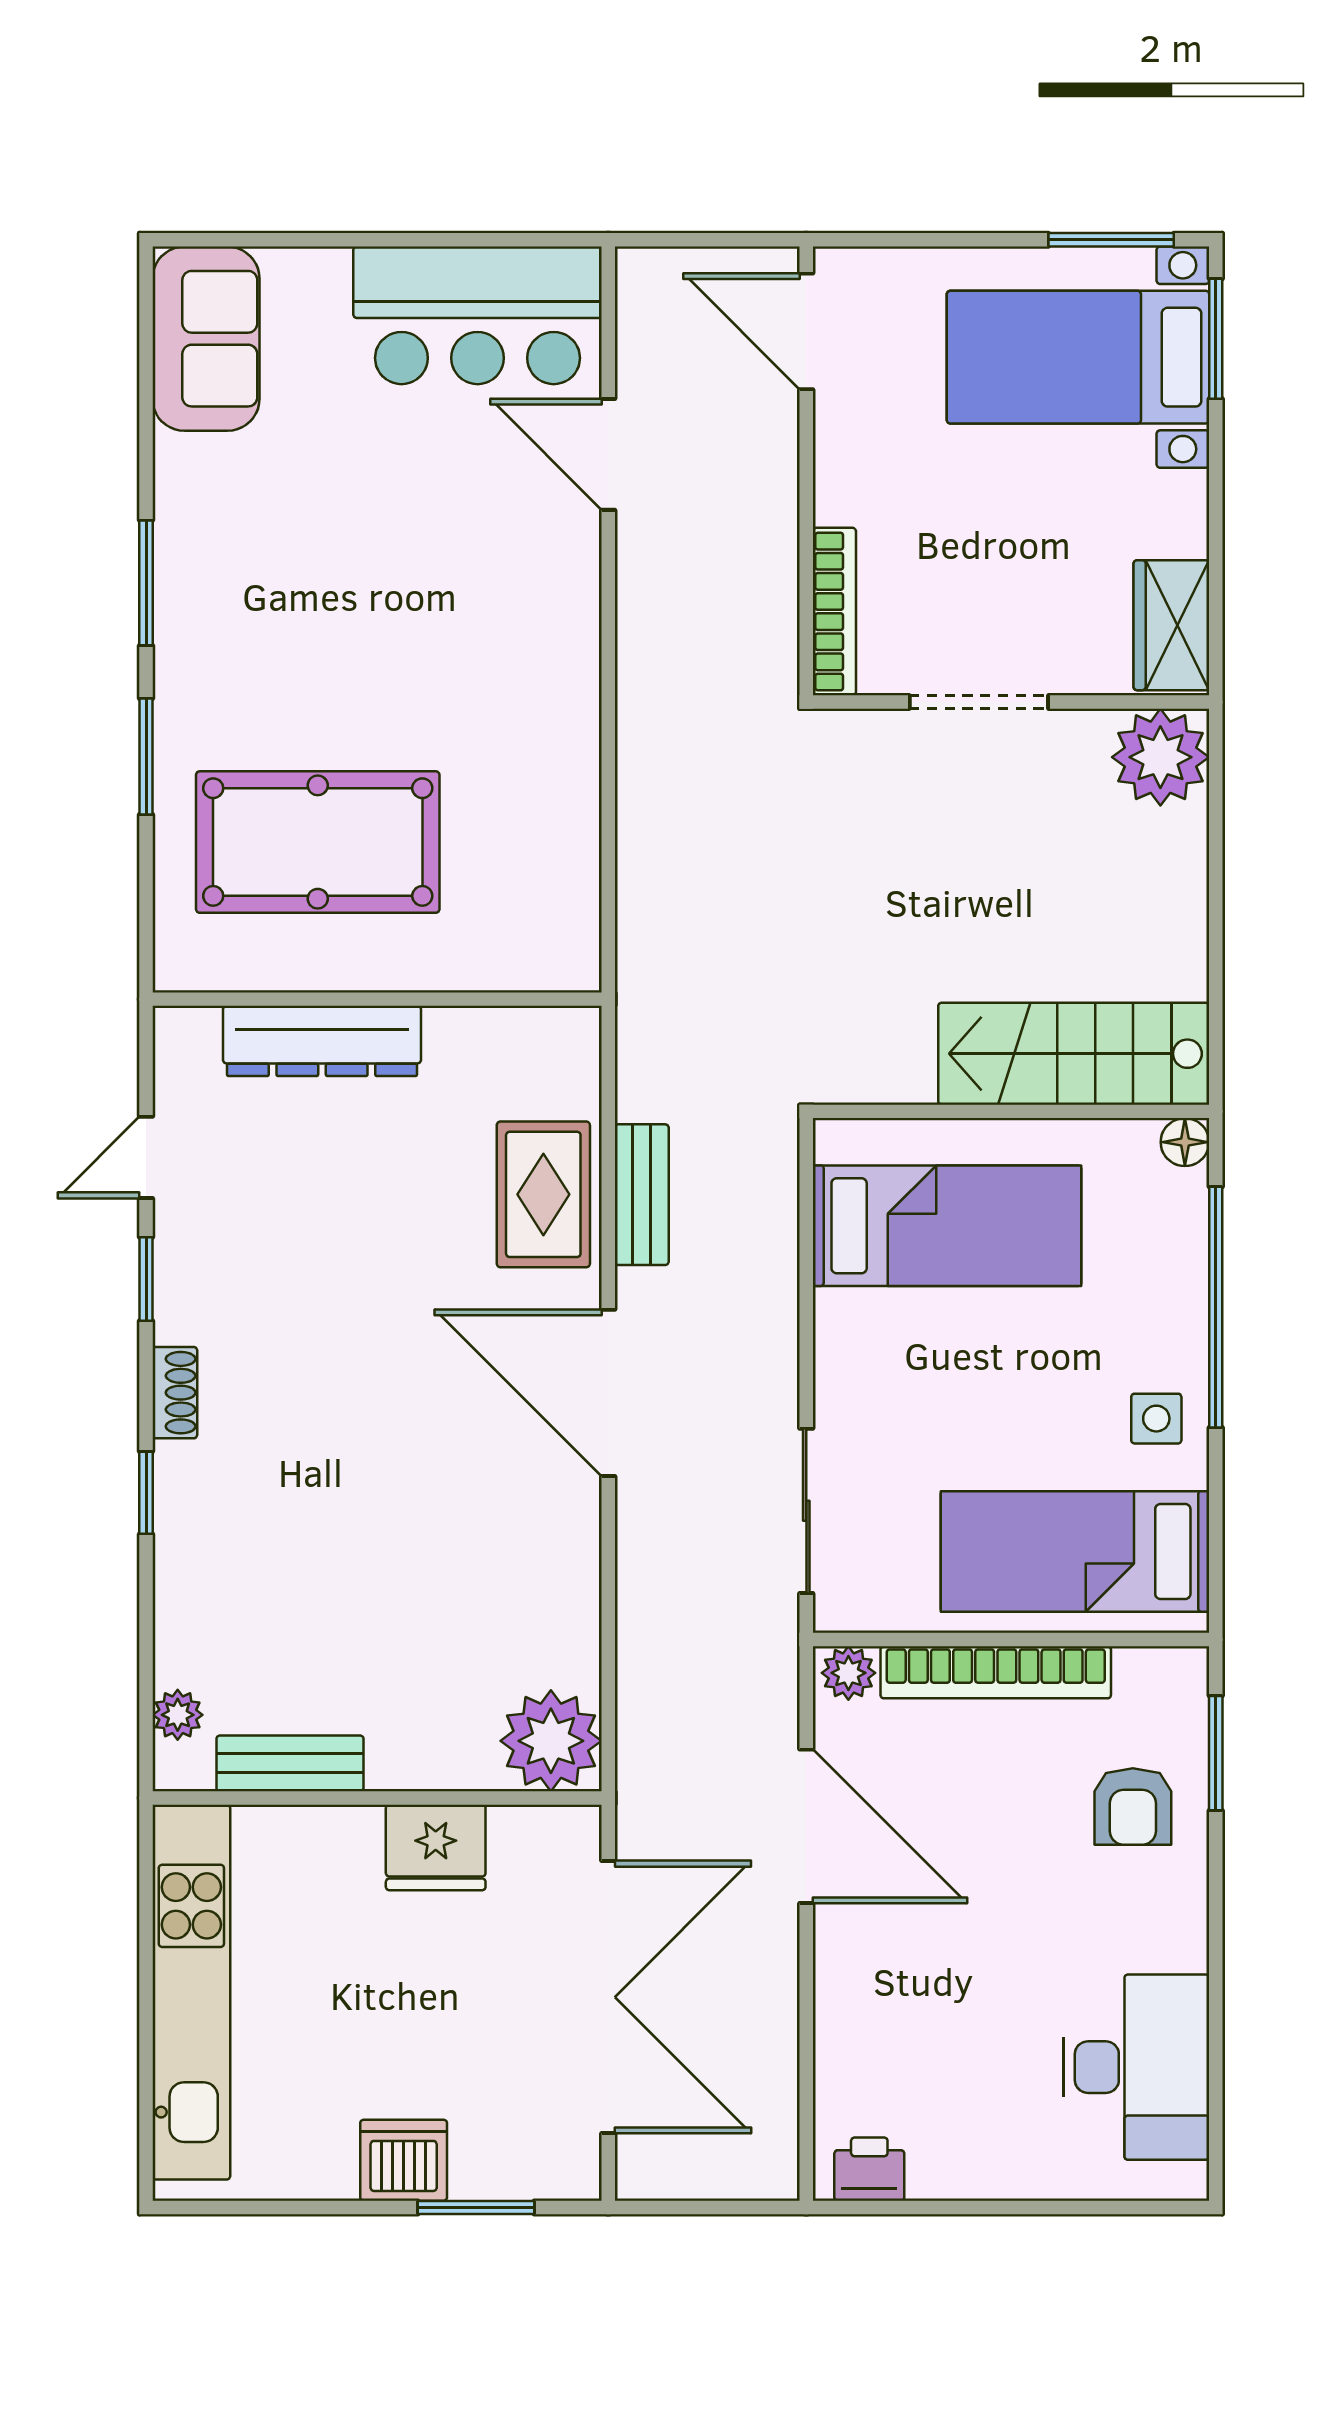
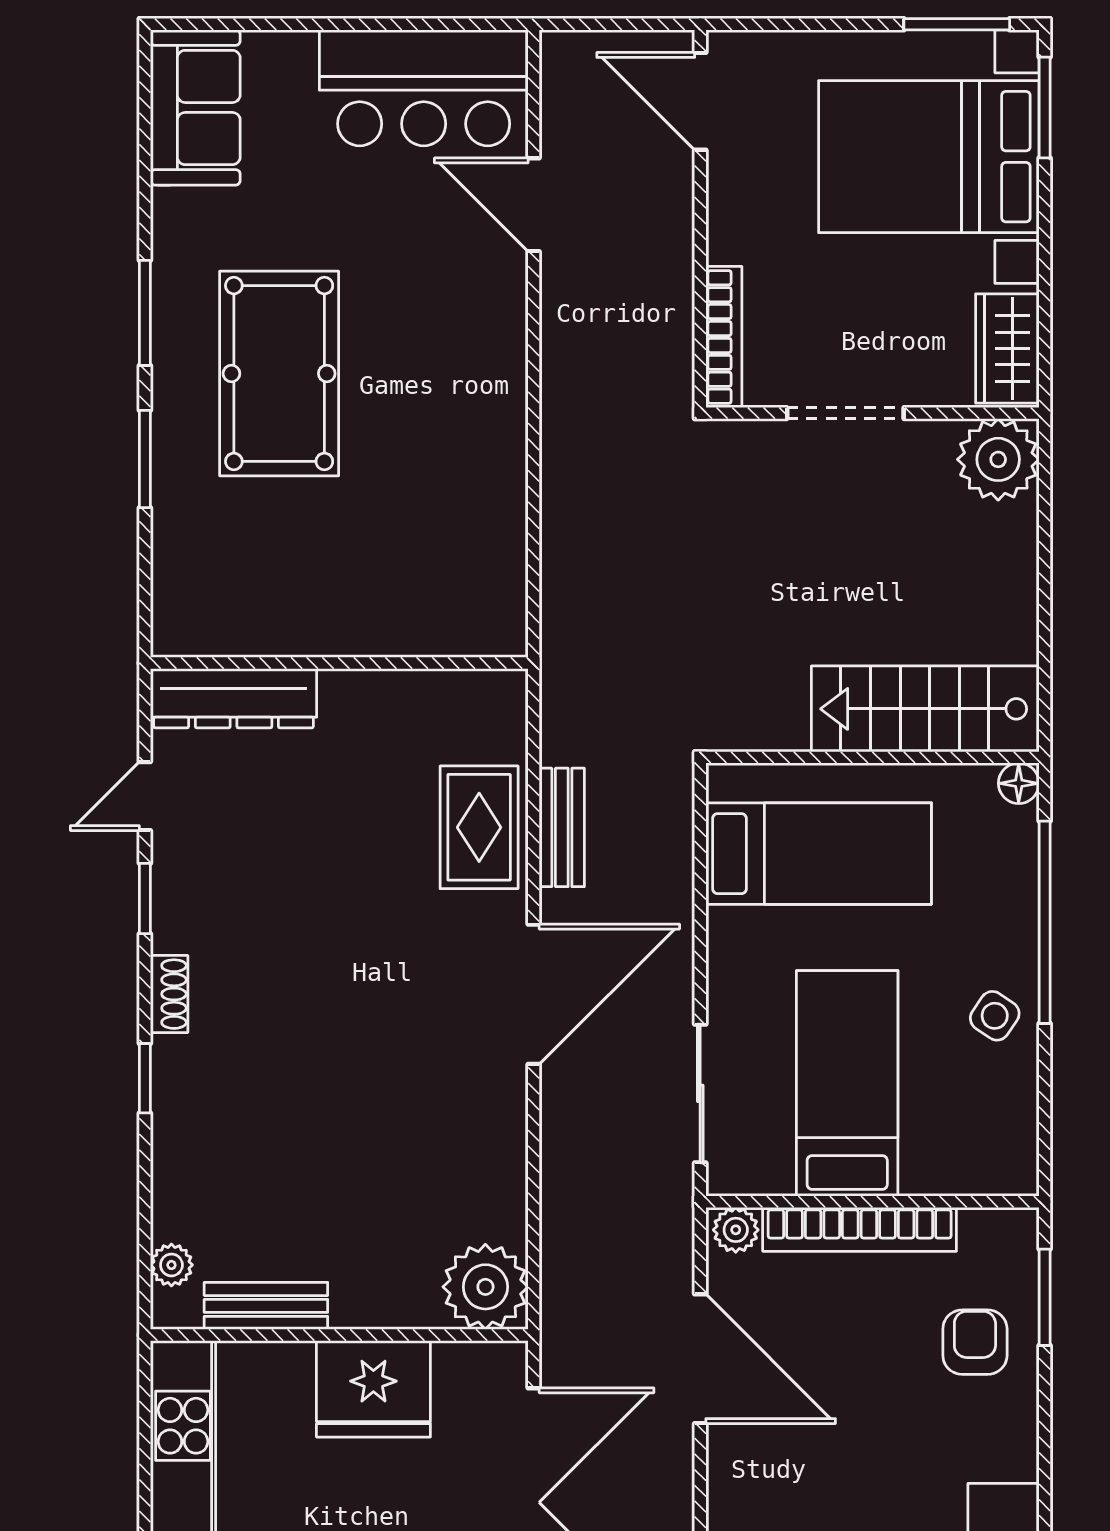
bed with nightstands: (1078, 357) -> (929, 157), width x1.36
pool table: (318, 842) -> (279, 374), moved, turned 90
dresser: (322, 1041) -> (234, 698), moved
door: (608, 1393) -> (534, 994), swing flipped
side table: (1156, 1419) -> (995, 1016), turned 34
bed: (1075, 1551) -> (847, 1083), moved, turned 90
armchair: (1133, 1806) -> (975, 1342), turned 180
fridge: (436, 1847) -> (373, 1389), width x1.36, depth x1.34

